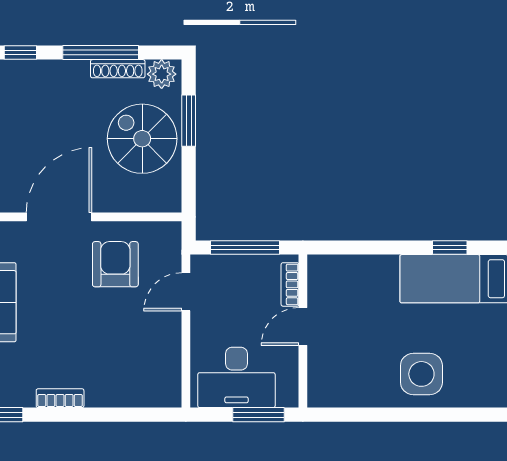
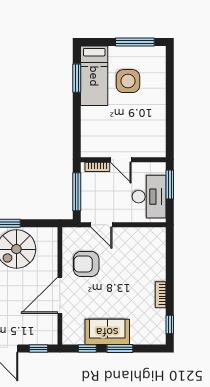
door: (59, 217) -> (60, 295), hinge flipped
window: (450, 248) -> (77, 78), width x1.50
side table: (421, 374) -> (128, 81), moved

